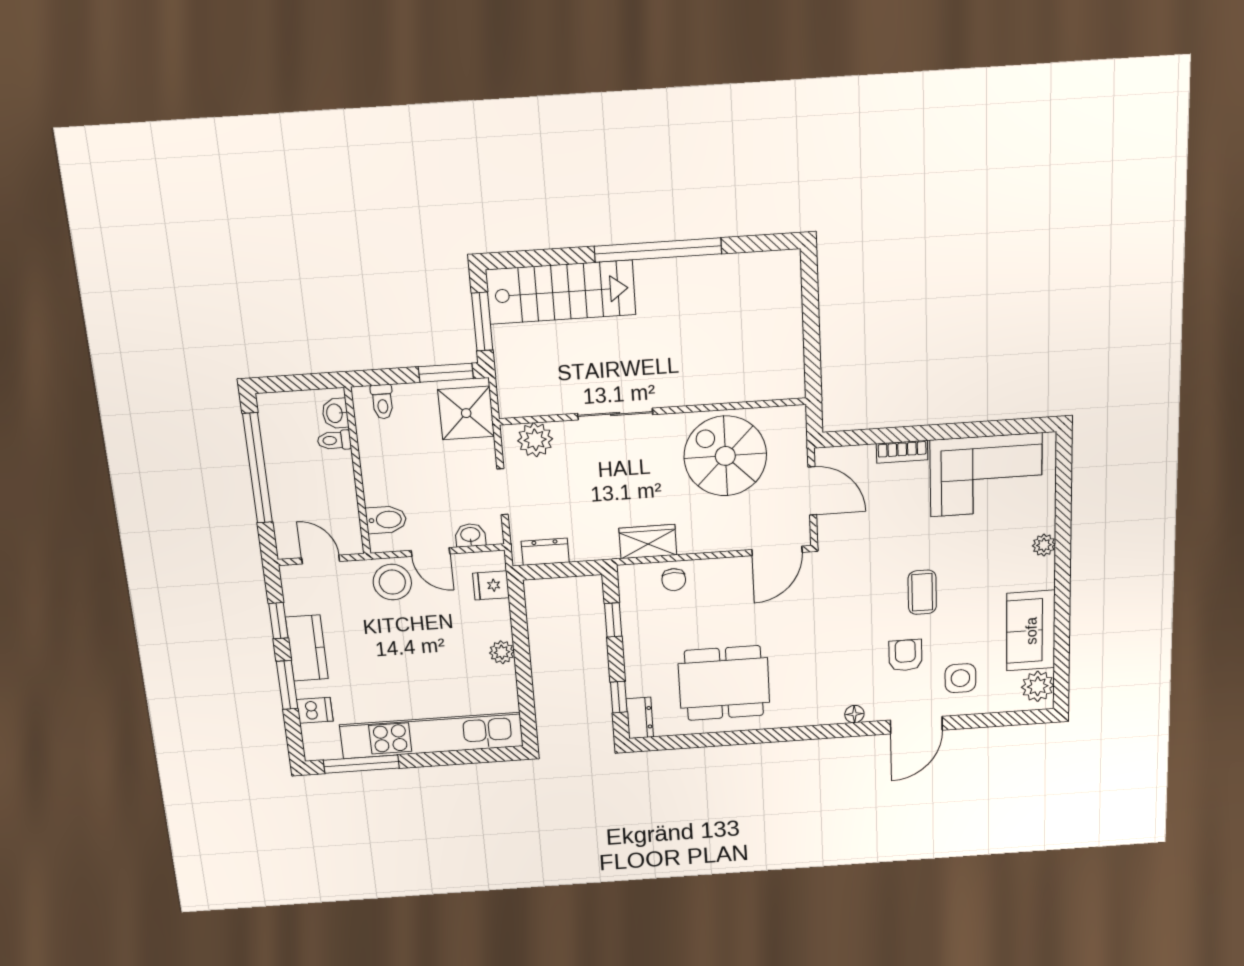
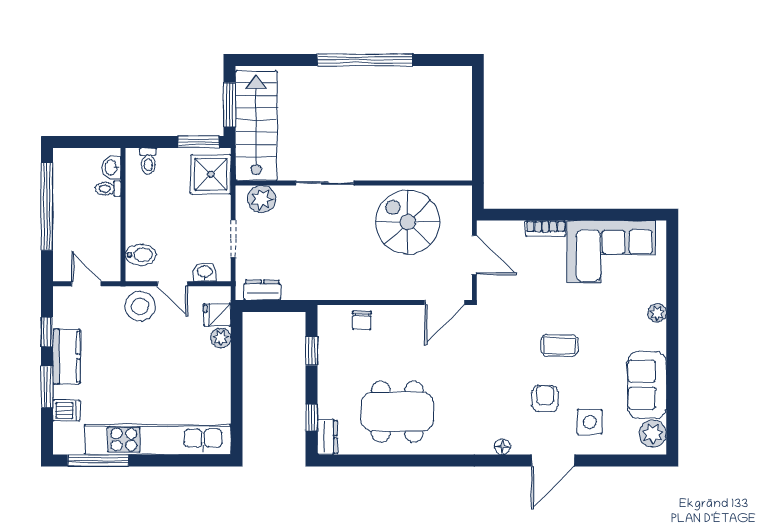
stairs: (561, 292) -> (256, 126), moved, turned -90
wardrobe: (648, 542) -> (343, 287), removed
coffee table: (922, 592) -> (560, 345), turned 90
plant: (502, 652) -> (221, 338), moved

